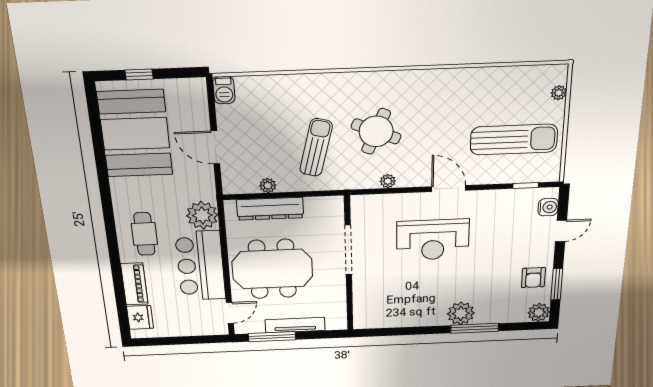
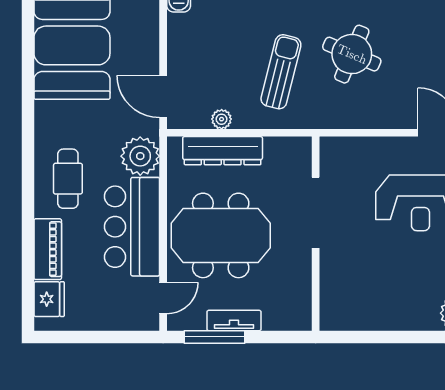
door: (215, 147) -> (163, 96), moved
plant: (388, 181) -> (365, 120), removed
tv unit: (295, 325) -> (234, 321), width x0.71

